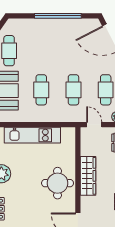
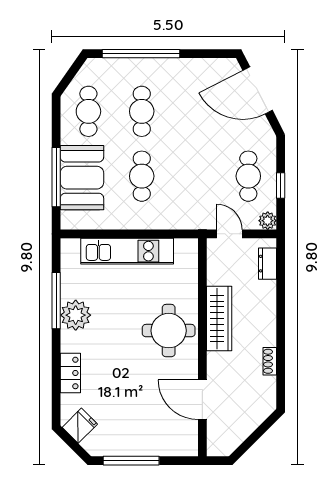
window: (58, 16) -> (141, 54), moved
cafe table: (73, 90) -> (142, 111), moved

